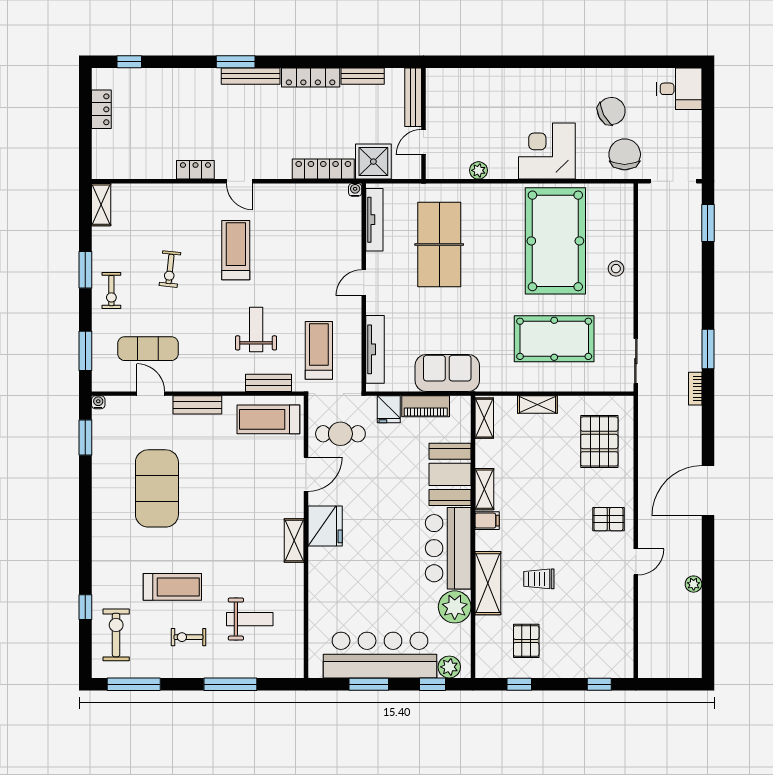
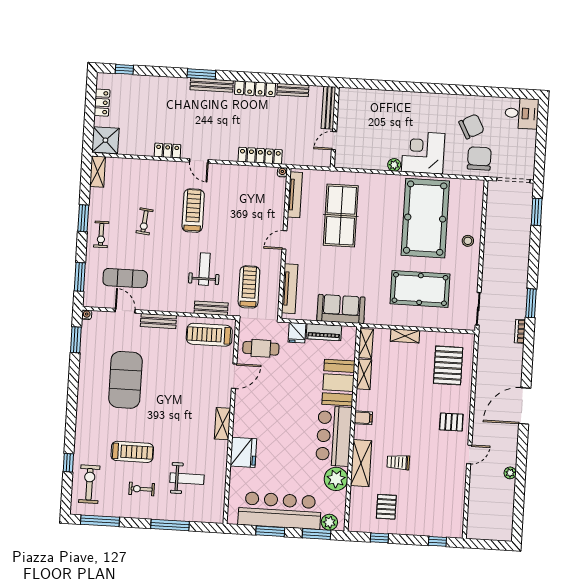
shower: (373, 162) -> (105, 140), moved
plant: (478, 170) -> (394, 165), moved
shelving: (484, 489) -> (364, 374), moved
fridge: (325, 526) -> (243, 452), moved
window: (432, 684) -> (316, 534), width x1.50

